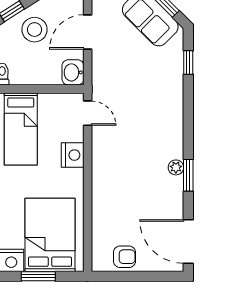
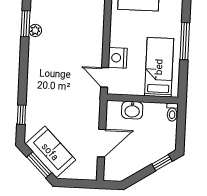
stool: (34, 30) -> (144, 147), removed
washbasin: (73, 72) -> (132, 110), moved, turned 90
nightstand: (73, 155) -> (118, 58), moved

